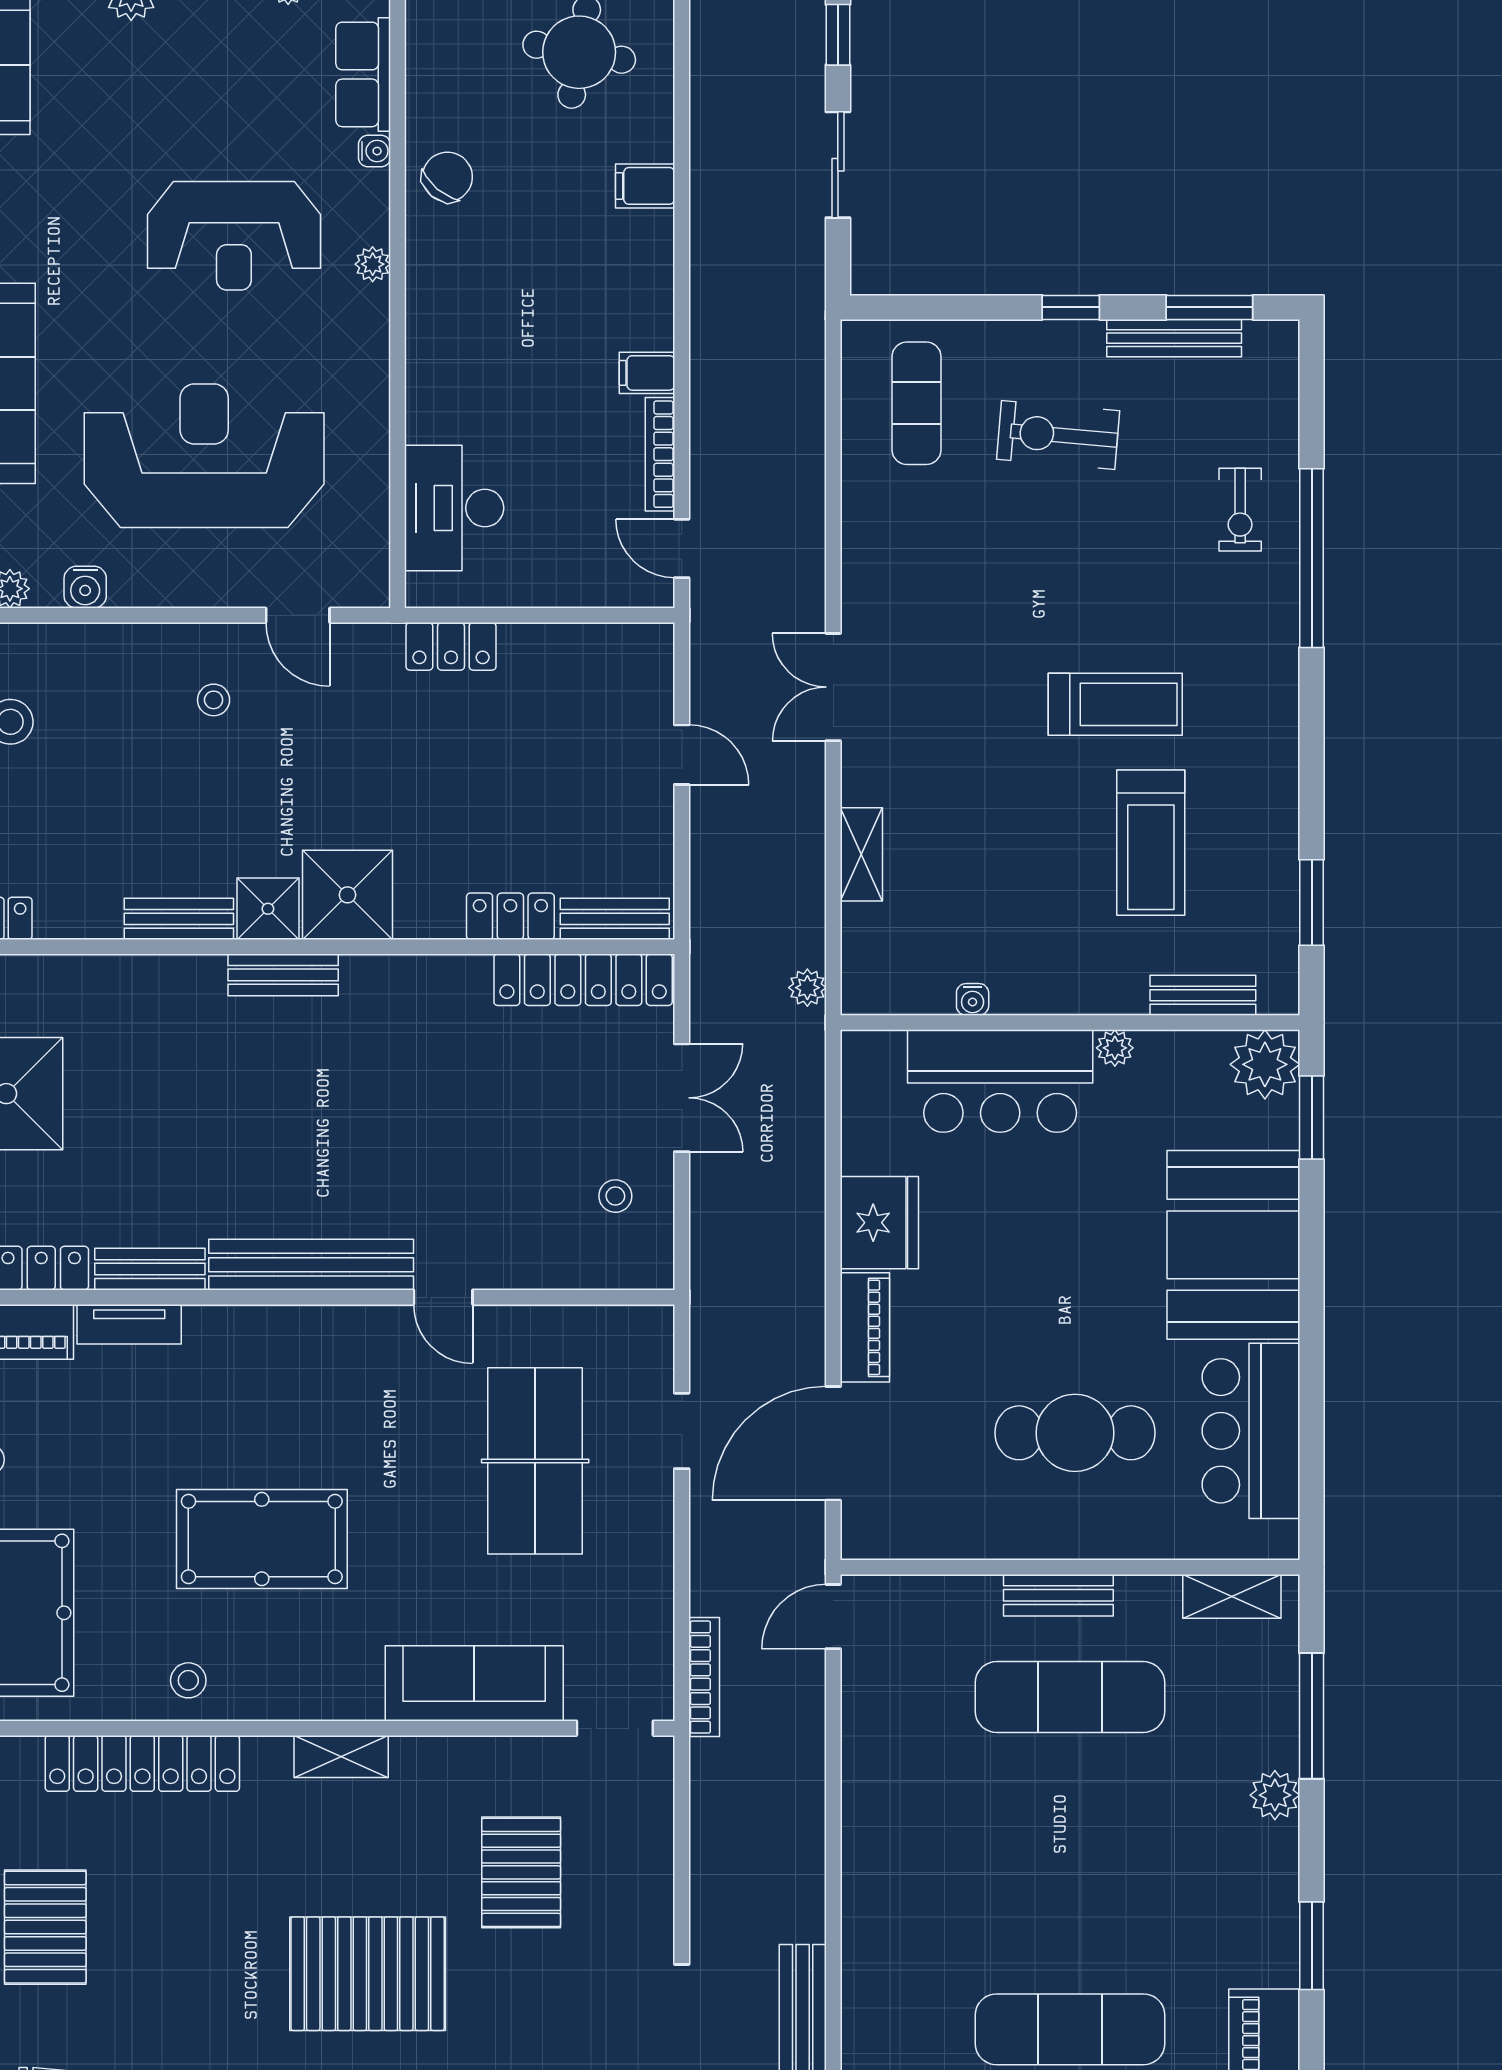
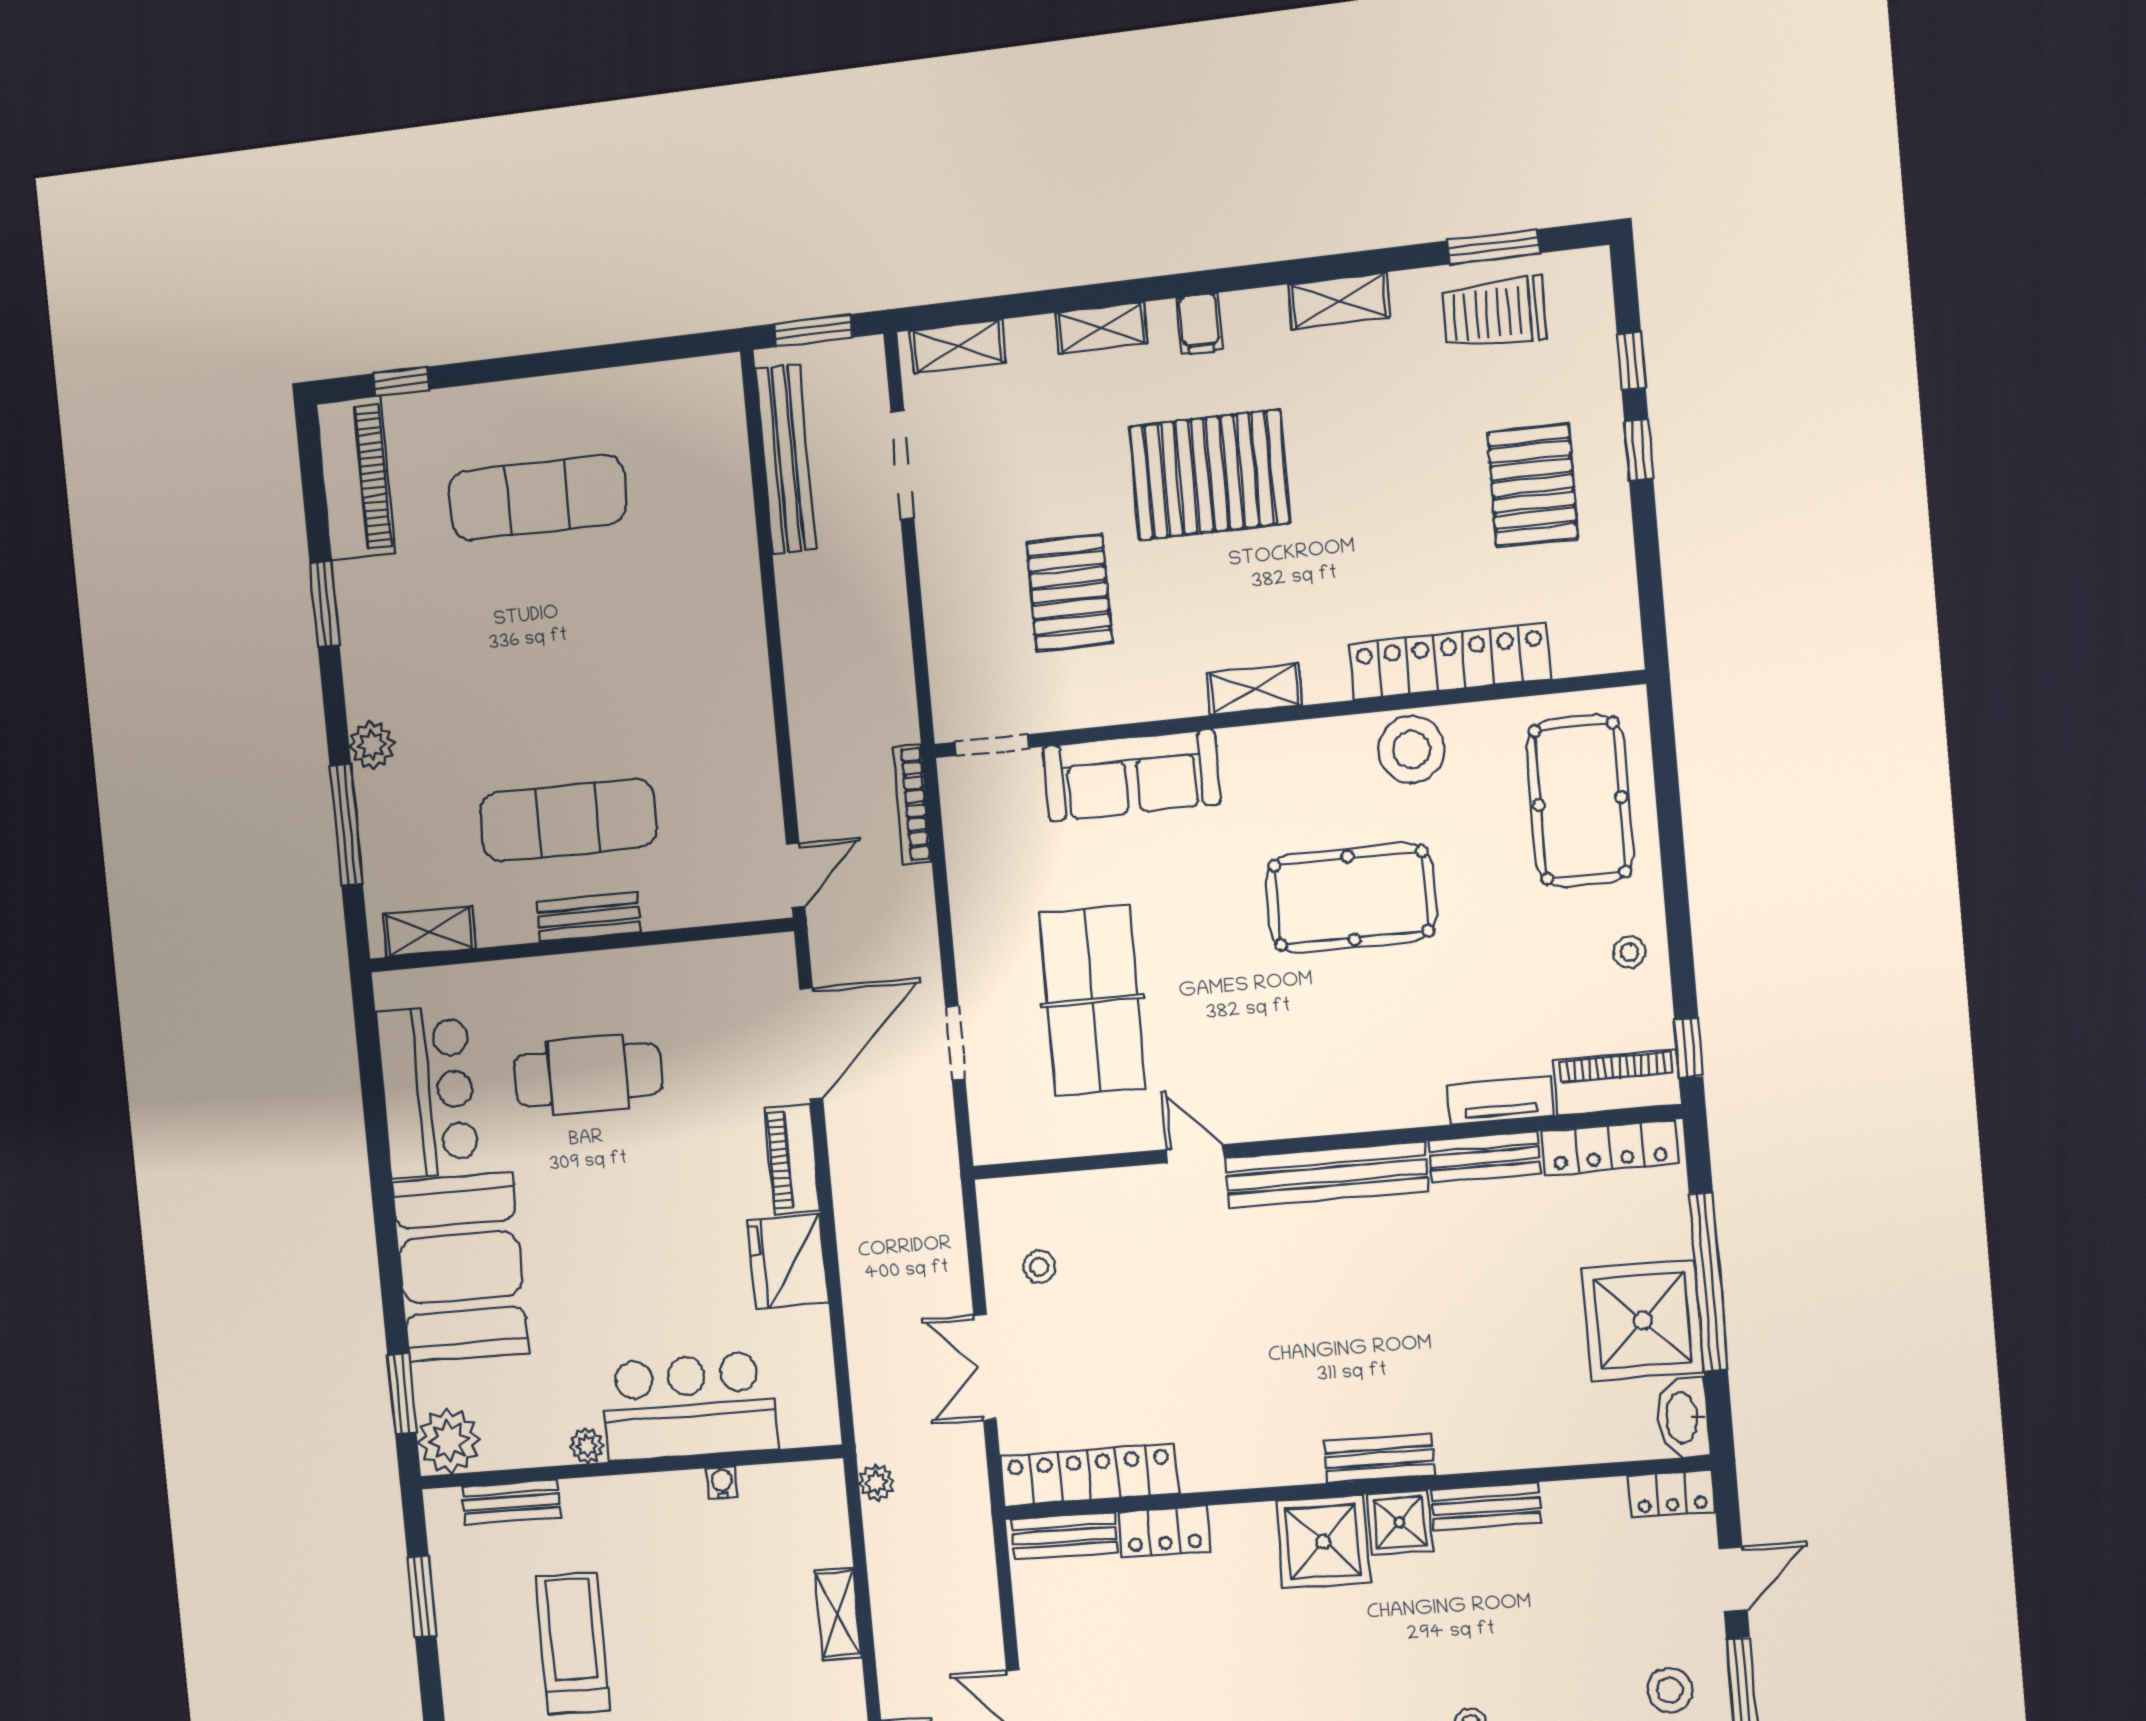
stool: (188, 1680) -> (1411, 750), width x1.89, depth x1.89

